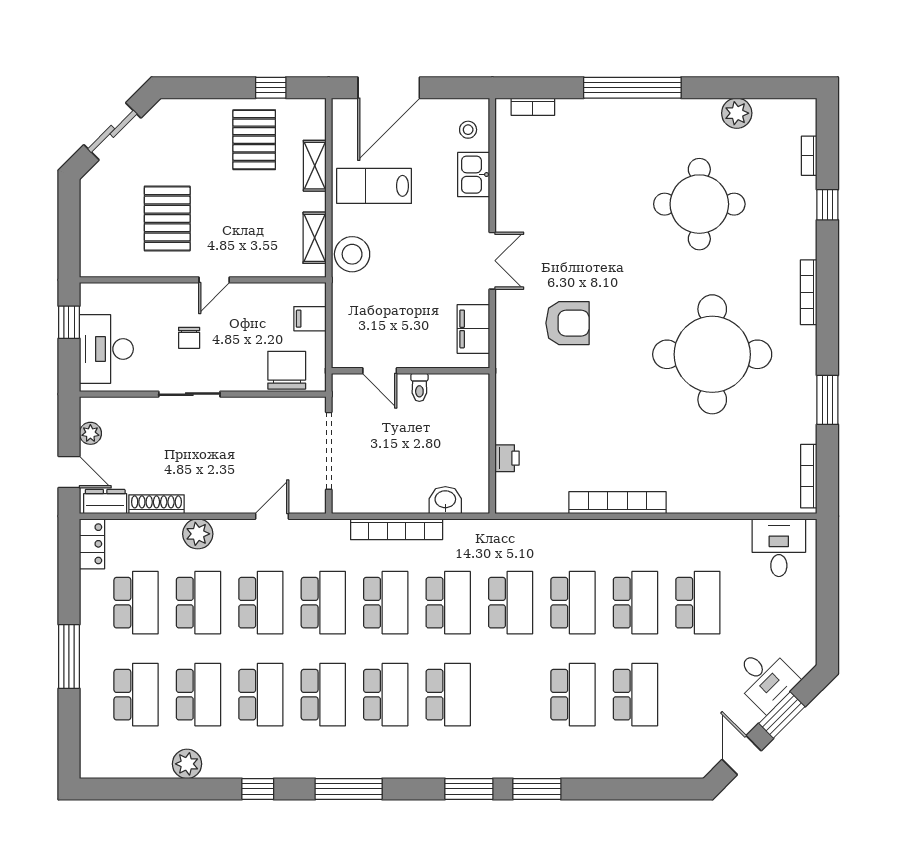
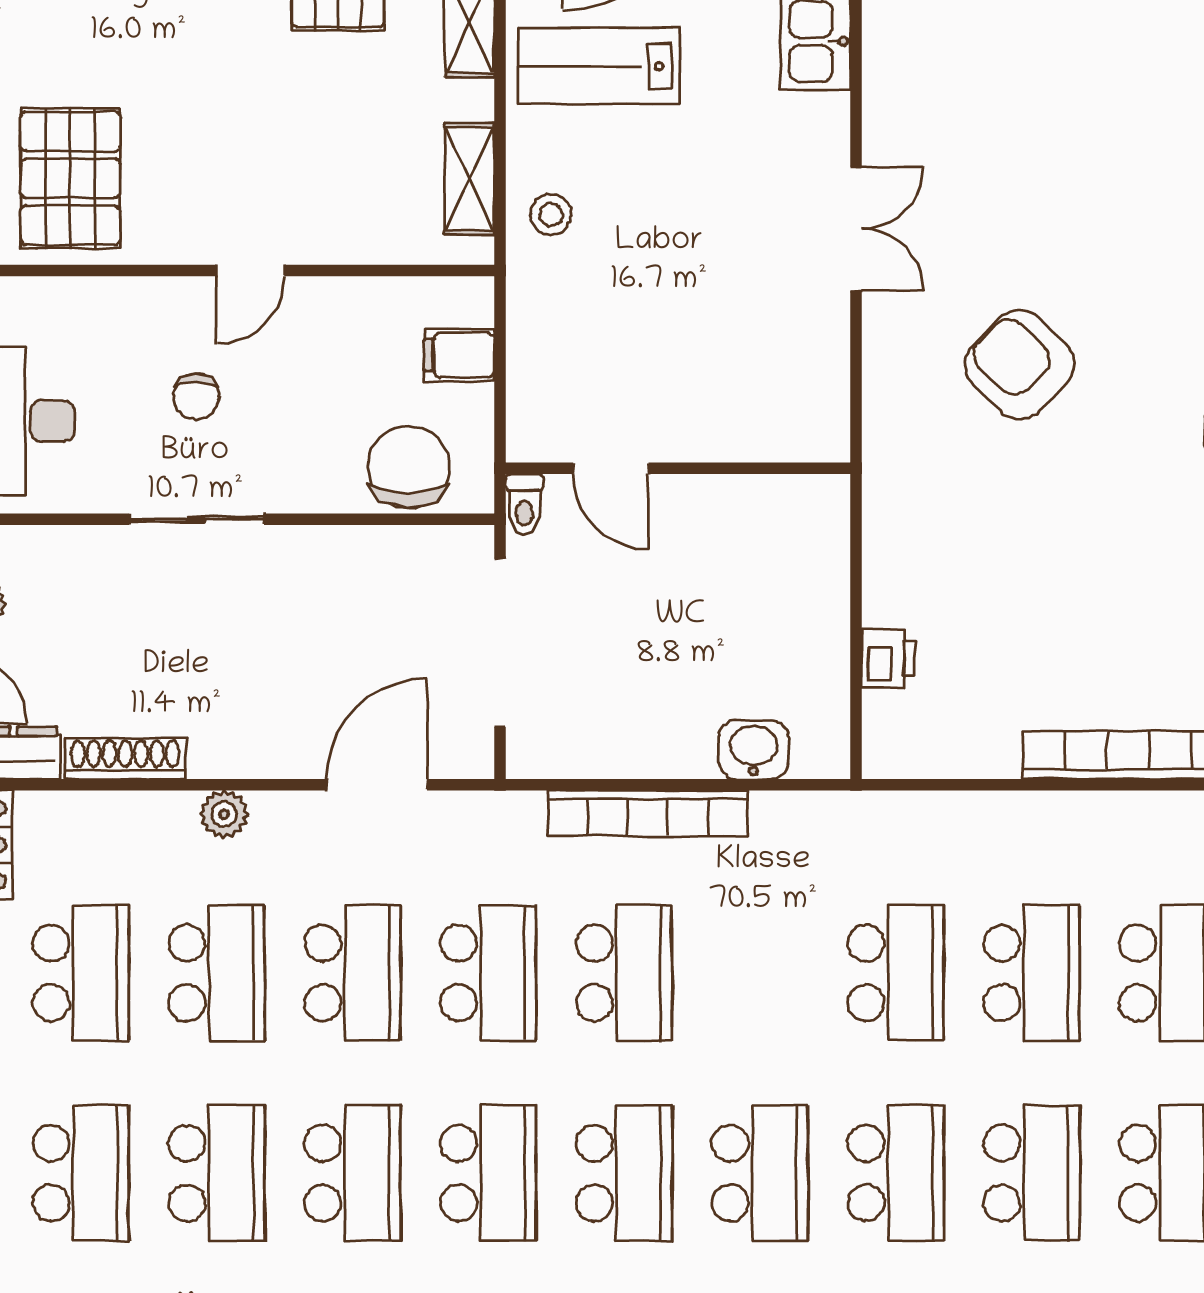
pallet: (167, 219) -> (70, 178), moved
stool: (352, 254) -> (551, 215), width x0.53, depth x0.53
armchair: (568, 323) -> (1020, 365), turned -136
filing cabinet: (473, 329) -> (815, 377), removed
toilet: (419, 387) -> (524, 504), moved
door: (272, 516) -> (377, 785), width x1.38
plant: (198, 534) -> (224, 814), width x0.73, depth x0.73
school desk: (448, 603) -> (896, 1173), moved

